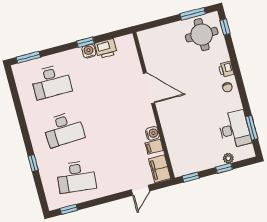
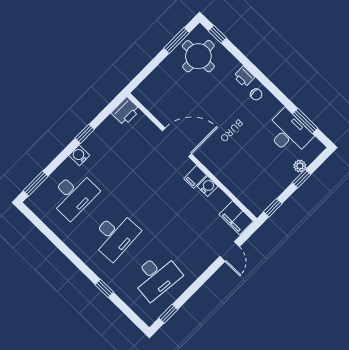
printer: (106, 49) -> (126, 111), moved
water cooler: (89, 51) -> (79, 155), moved
filing cabinet: (154, 147) -> (195, 177), moved

